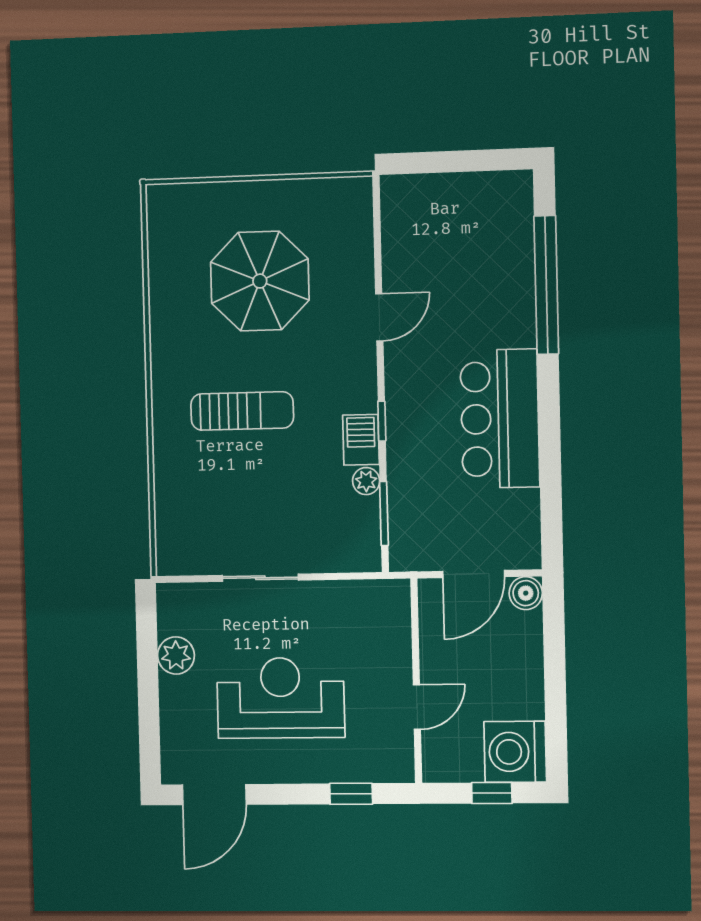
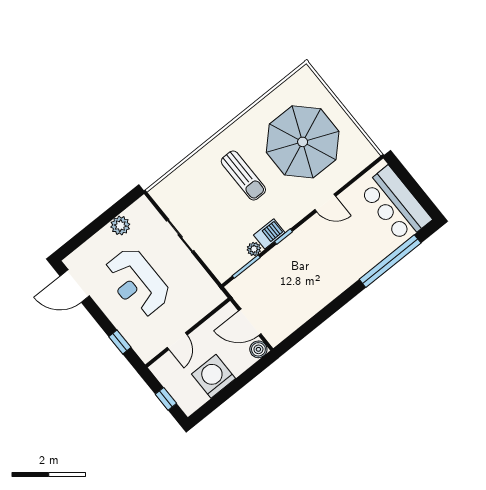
parasol: (260, 281) -> (303, 142), width x1.36, depth x1.36
bar counter: (500, 419) -> (395, 204), moved, turned -90
reception desk: (281, 698) -> (137, 283), turned 180
door: (417, 707) -> (177, 341), hinge flipped
washing machine: (515, 752) -> (213, 376), moved

